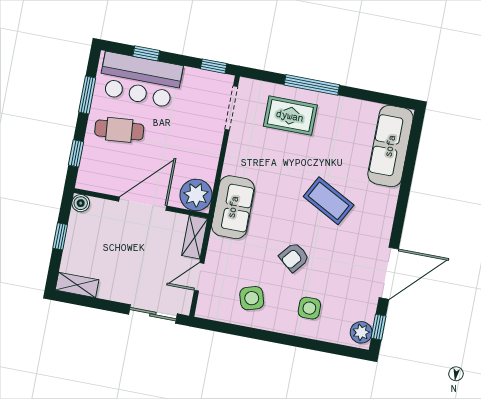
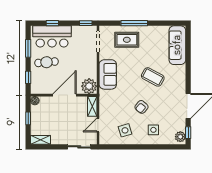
sofa: (233, 207) -> (108, 74), moved

